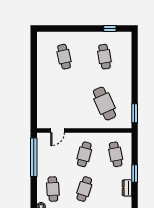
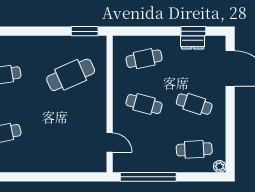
window: (135, 173) -> (193, 31), moved

